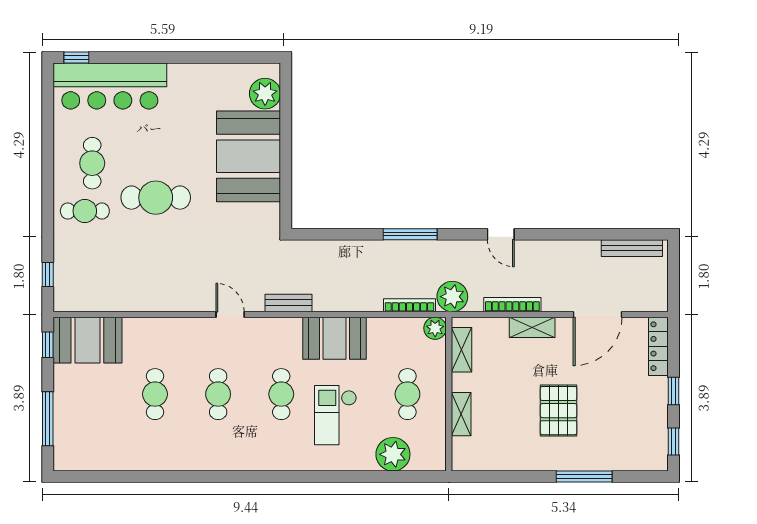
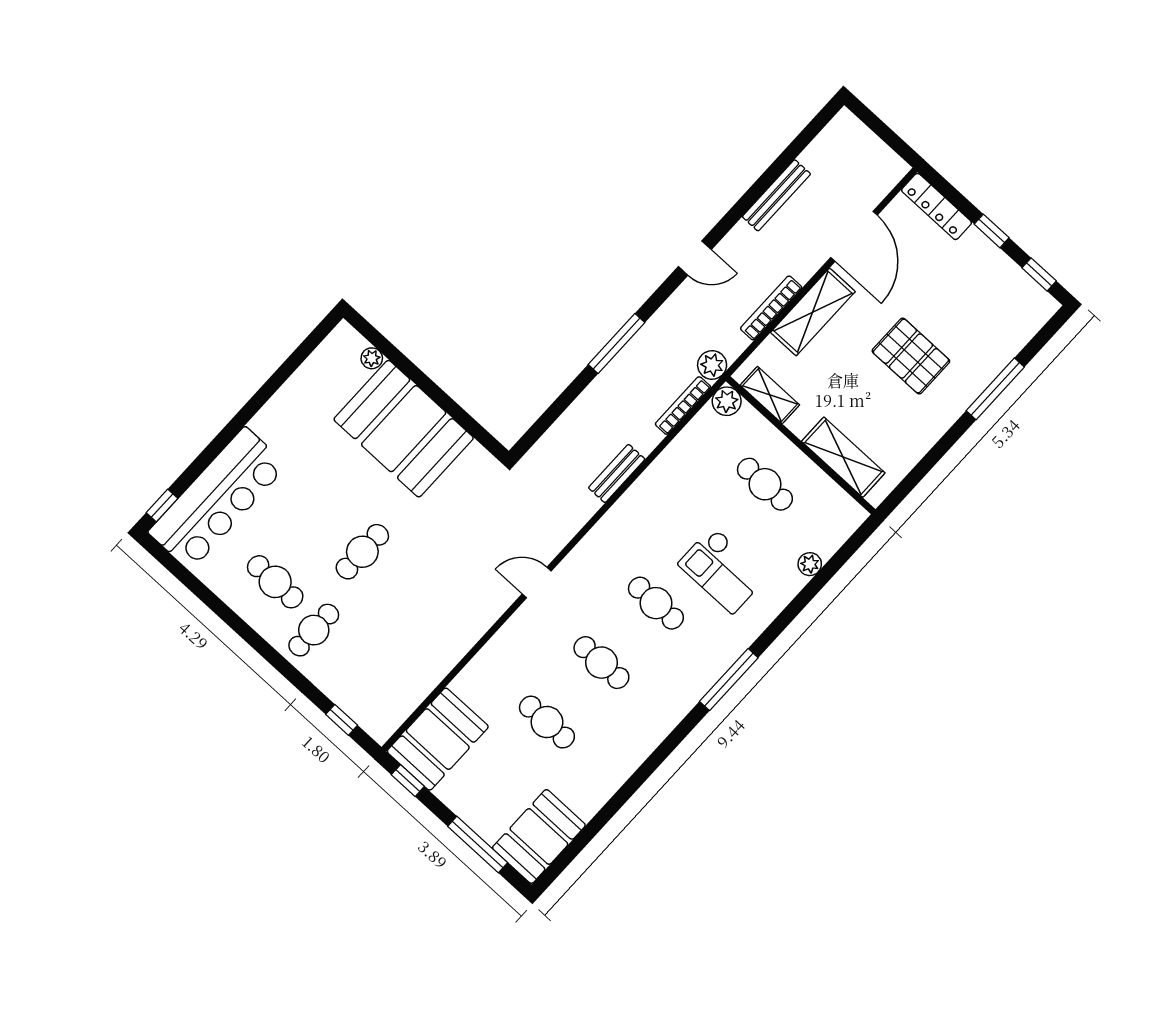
plant: (265, 94) -> (372, 358), width x0.53, depth x0.53
cafe table: (156, 198) -> (362, 552), width x0.73, depth x0.74
bench: (632, 248) -> (776, 195), moved
plant: (452, 297) -> (712, 365), width x0.73, depth x0.73
bench: (288, 303) -> (617, 473), moved
shelving: (532, 327) -> (813, 312), width x1.50, depth x1.33
booth: (335, 338) -> (539, 836), moved
shelving: (461, 414) -> (843, 457), width x1.50, depth x1.33
plant: (393, 454) -> (810, 564), width x0.53, depth x0.53
window: (276, 477) -> (729, 680), added

